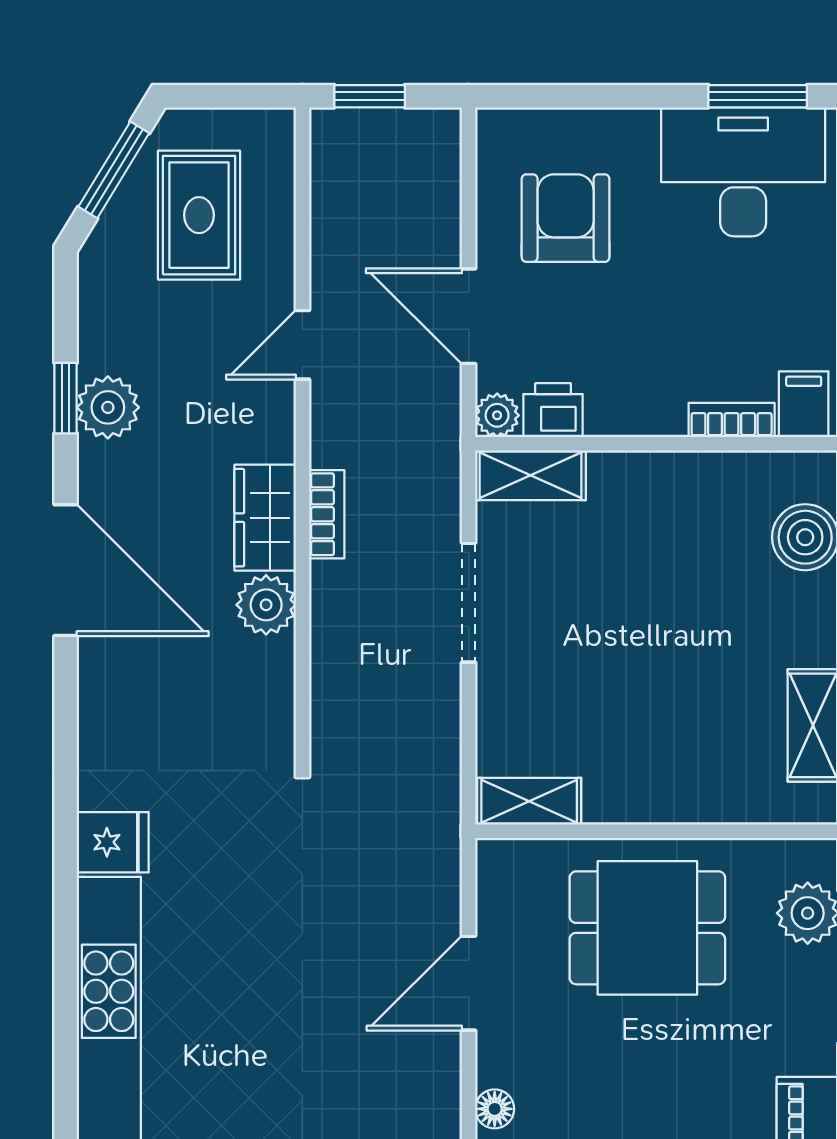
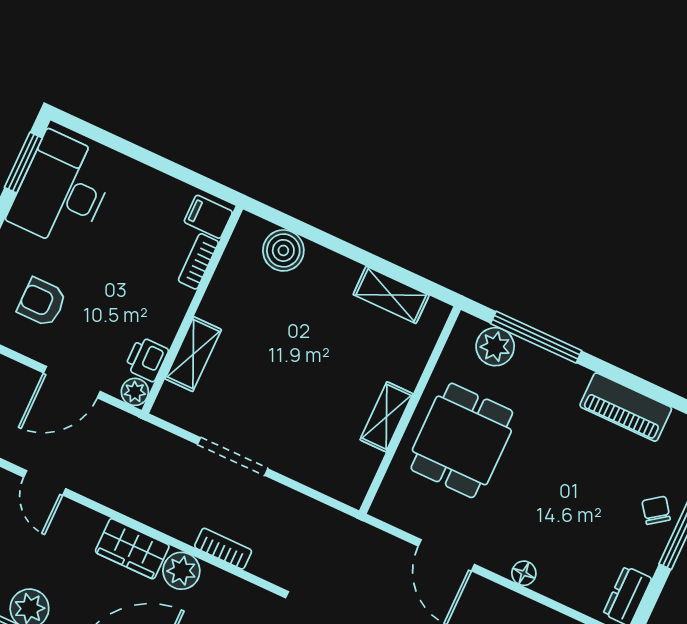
armchair: (566, 218) -> (42, 302), width x0.72, depth x0.72
shelving: (531, 475) -> (193, 354), moved
bookcase: (327, 514) -> (223, 549), moved
shelving: (529, 801) -> (386, 417), moved

